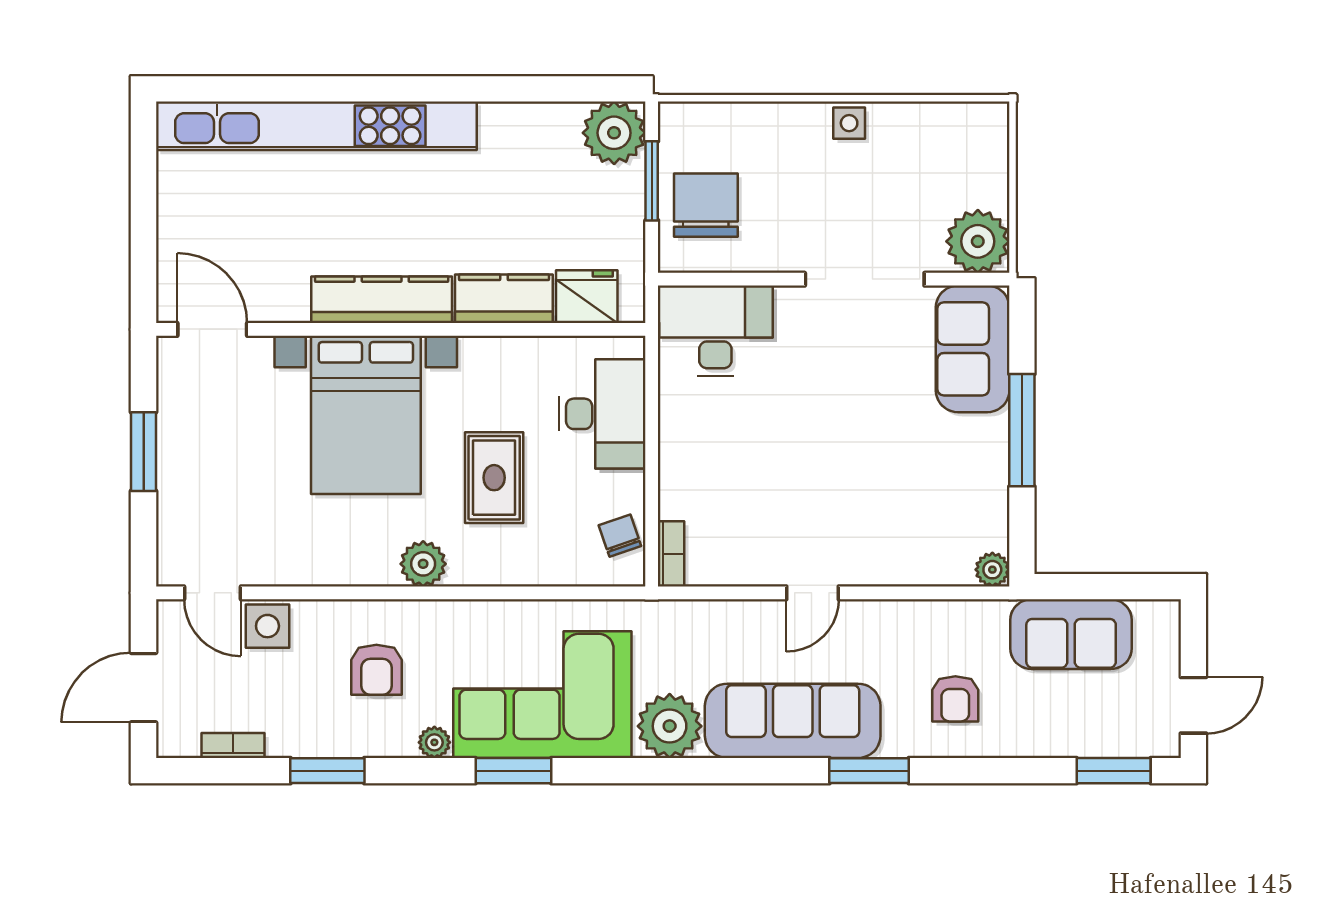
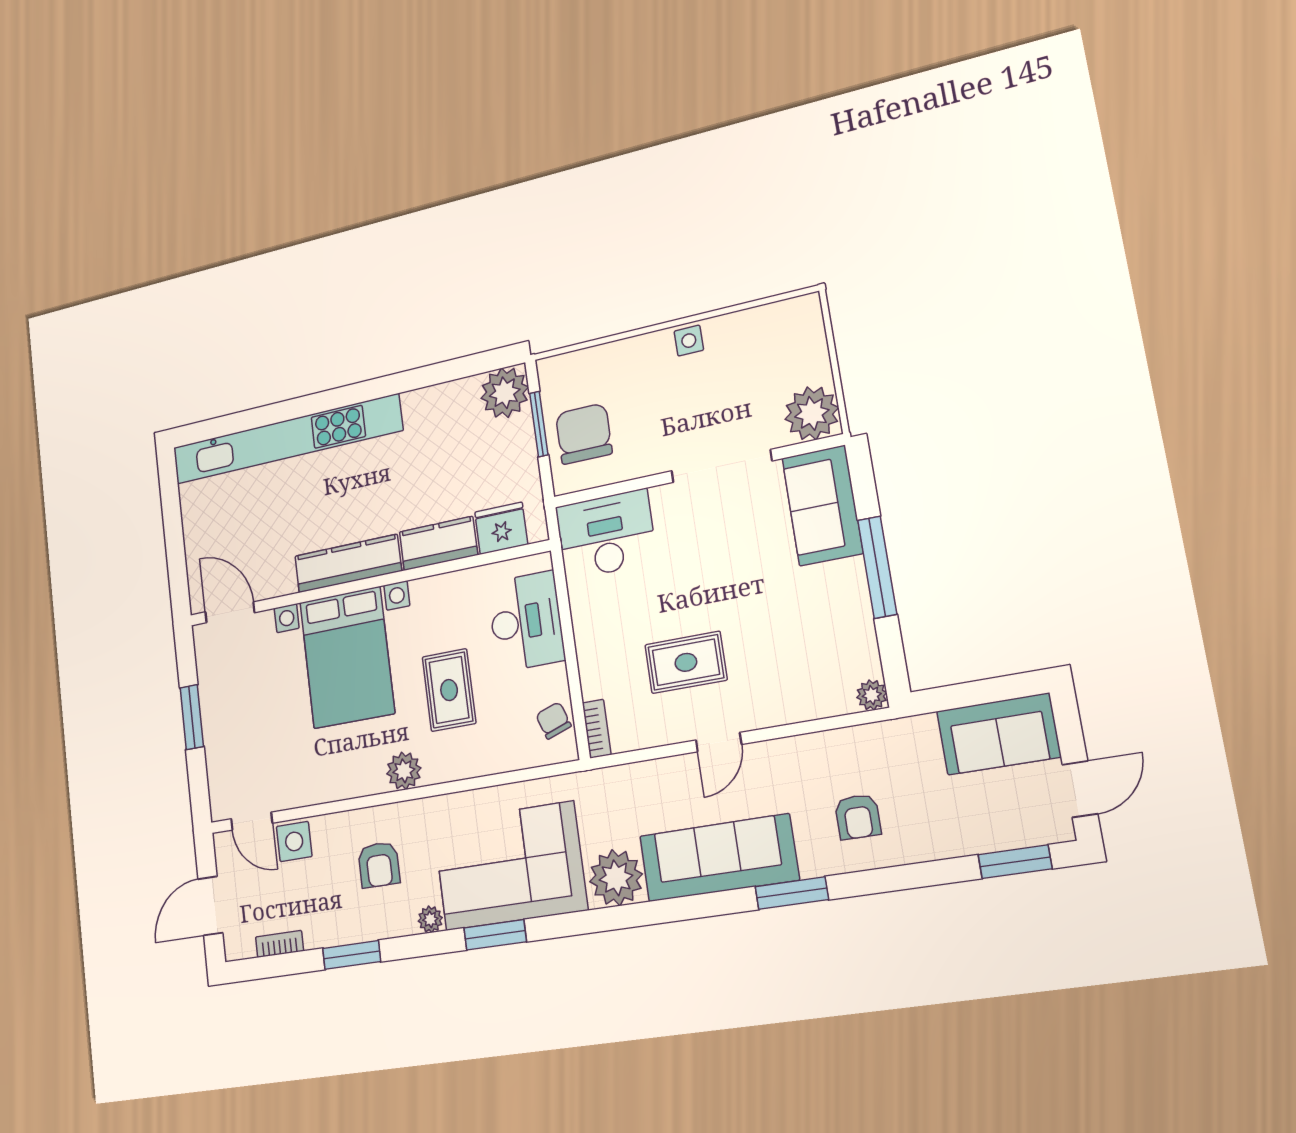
rug: (788, 496) -> (686, 662), added
sofa: (1071, 634) -> (998, 734), moved

